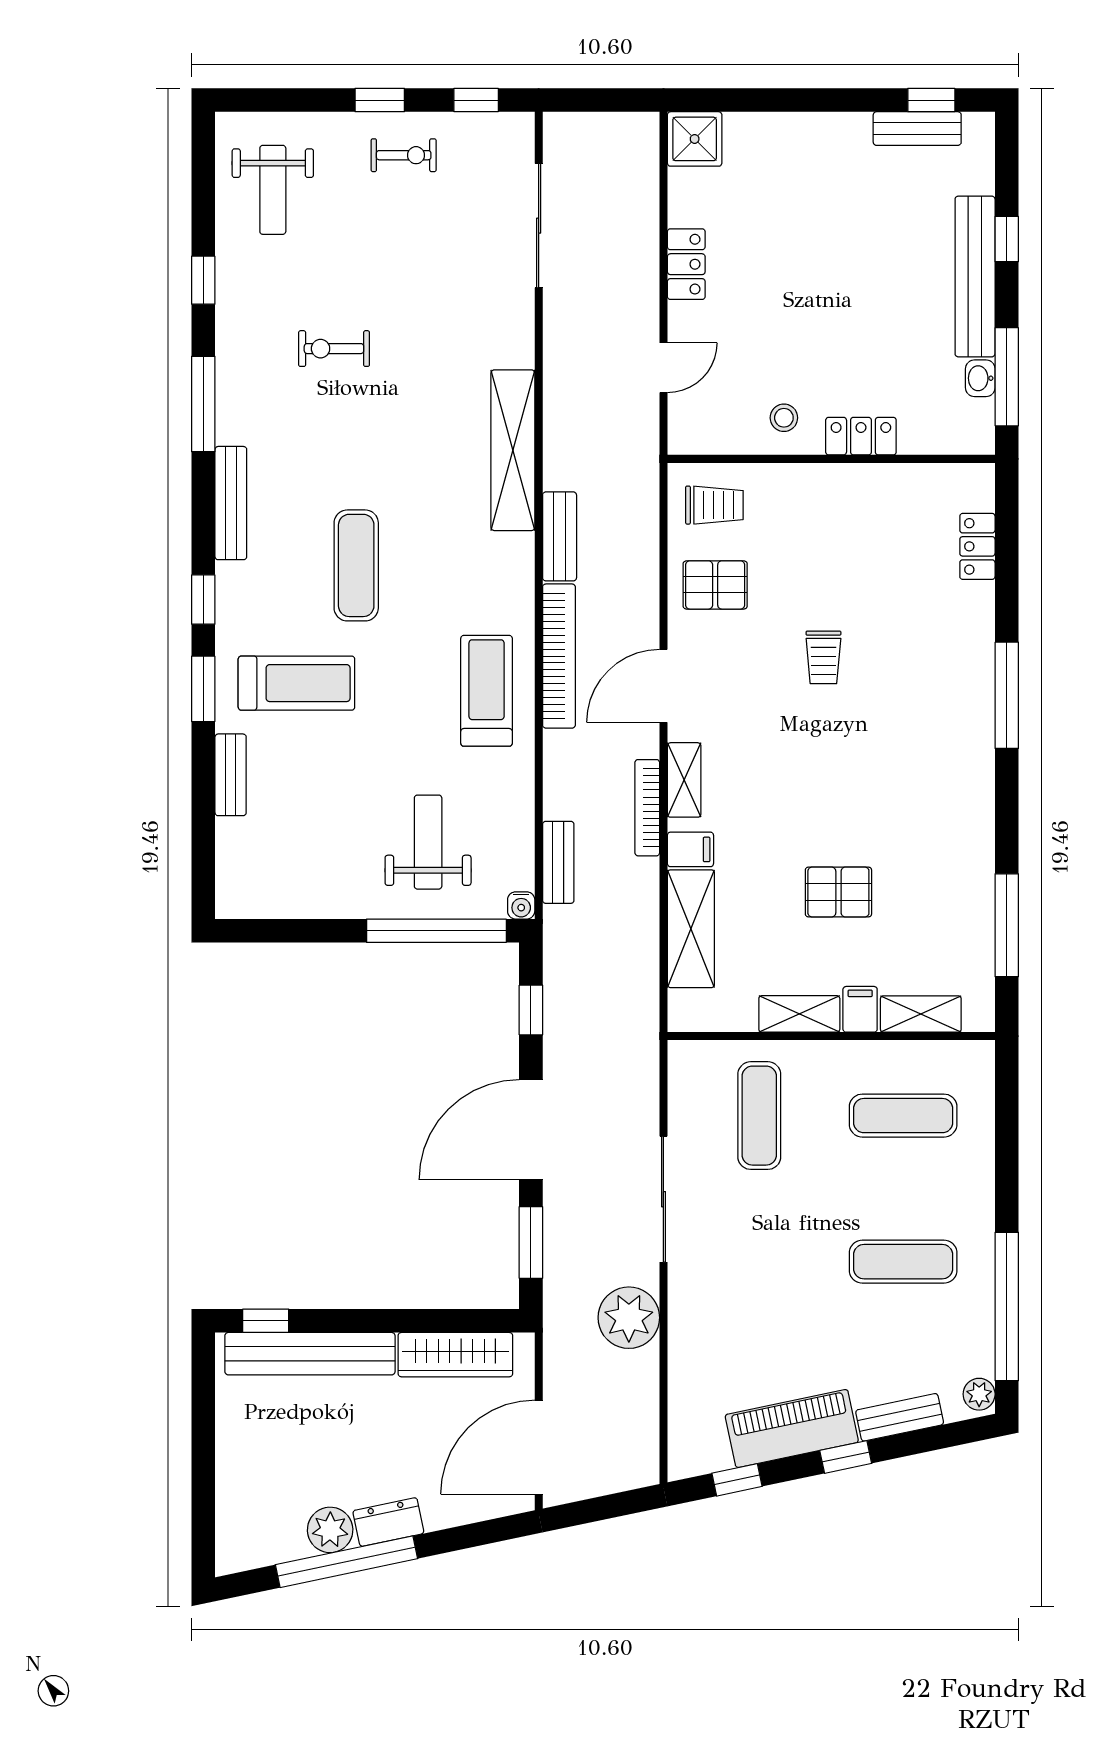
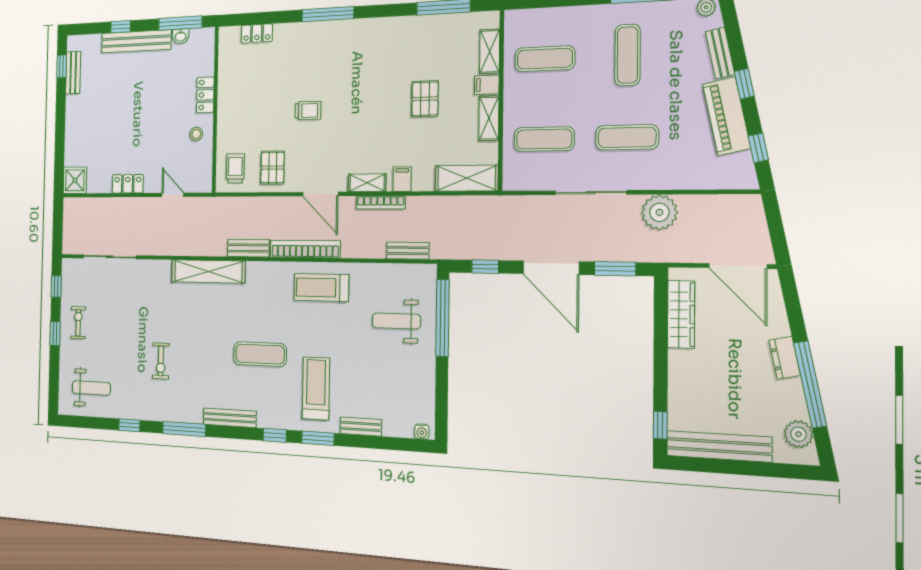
water cooler: (521, 905) -> (422, 432), moved, turned 90
shelving: (691, 929) -> (467, 178), moved
exercise mat: (903, 1116) -> (545, 59), turned 90
exercise mat: (759, 1262) -> (627, 137), added
bench: (310, 1354) -> (719, 446), moved, turned 90
plant: (330, 1530) -> (799, 434), moved

